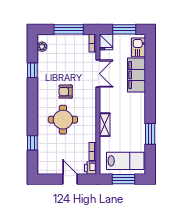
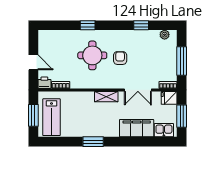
shelving: (105, 125) -> (106, 97), moved
window: (150, 134) -> (93, 142), moved
window: (32, 143) -> (88, 25), moved
door: (70, 179) -> (33, 62), hinge flipped

